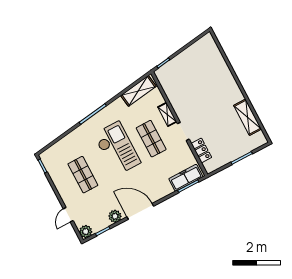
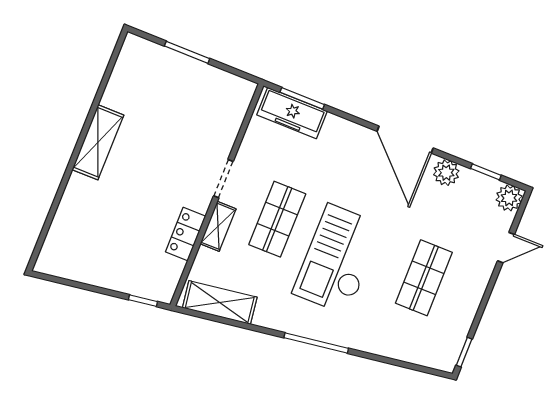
shelving: (248, 117) -> (98, 142), moved
locker: (201, 150) -> (186, 234), moved

